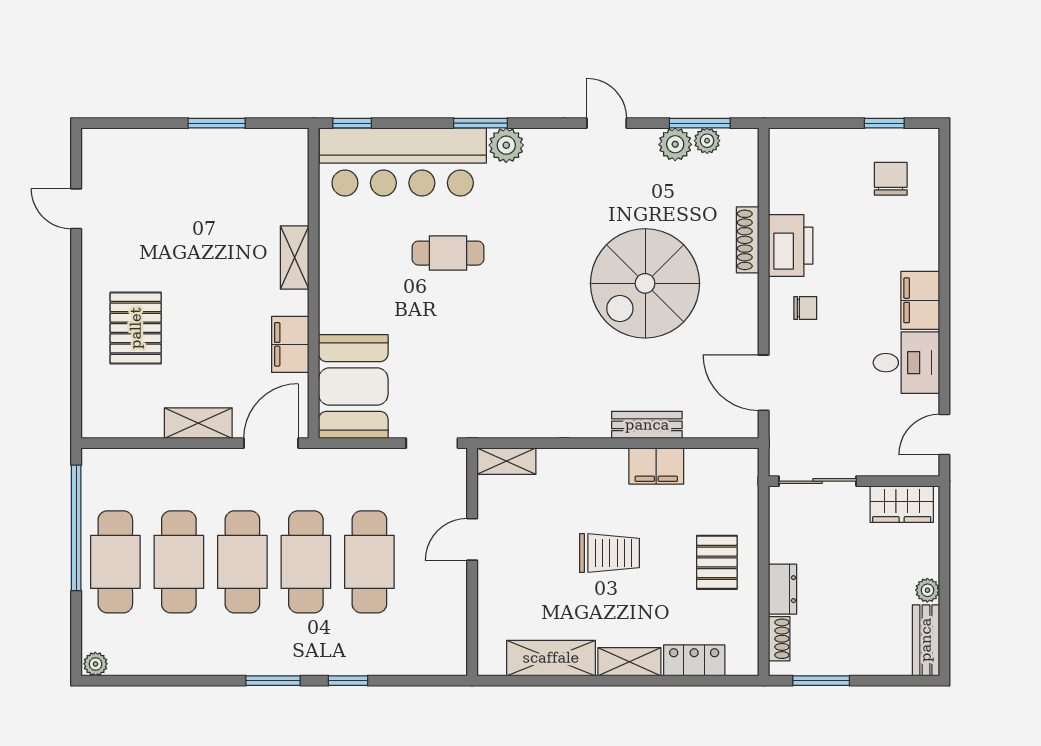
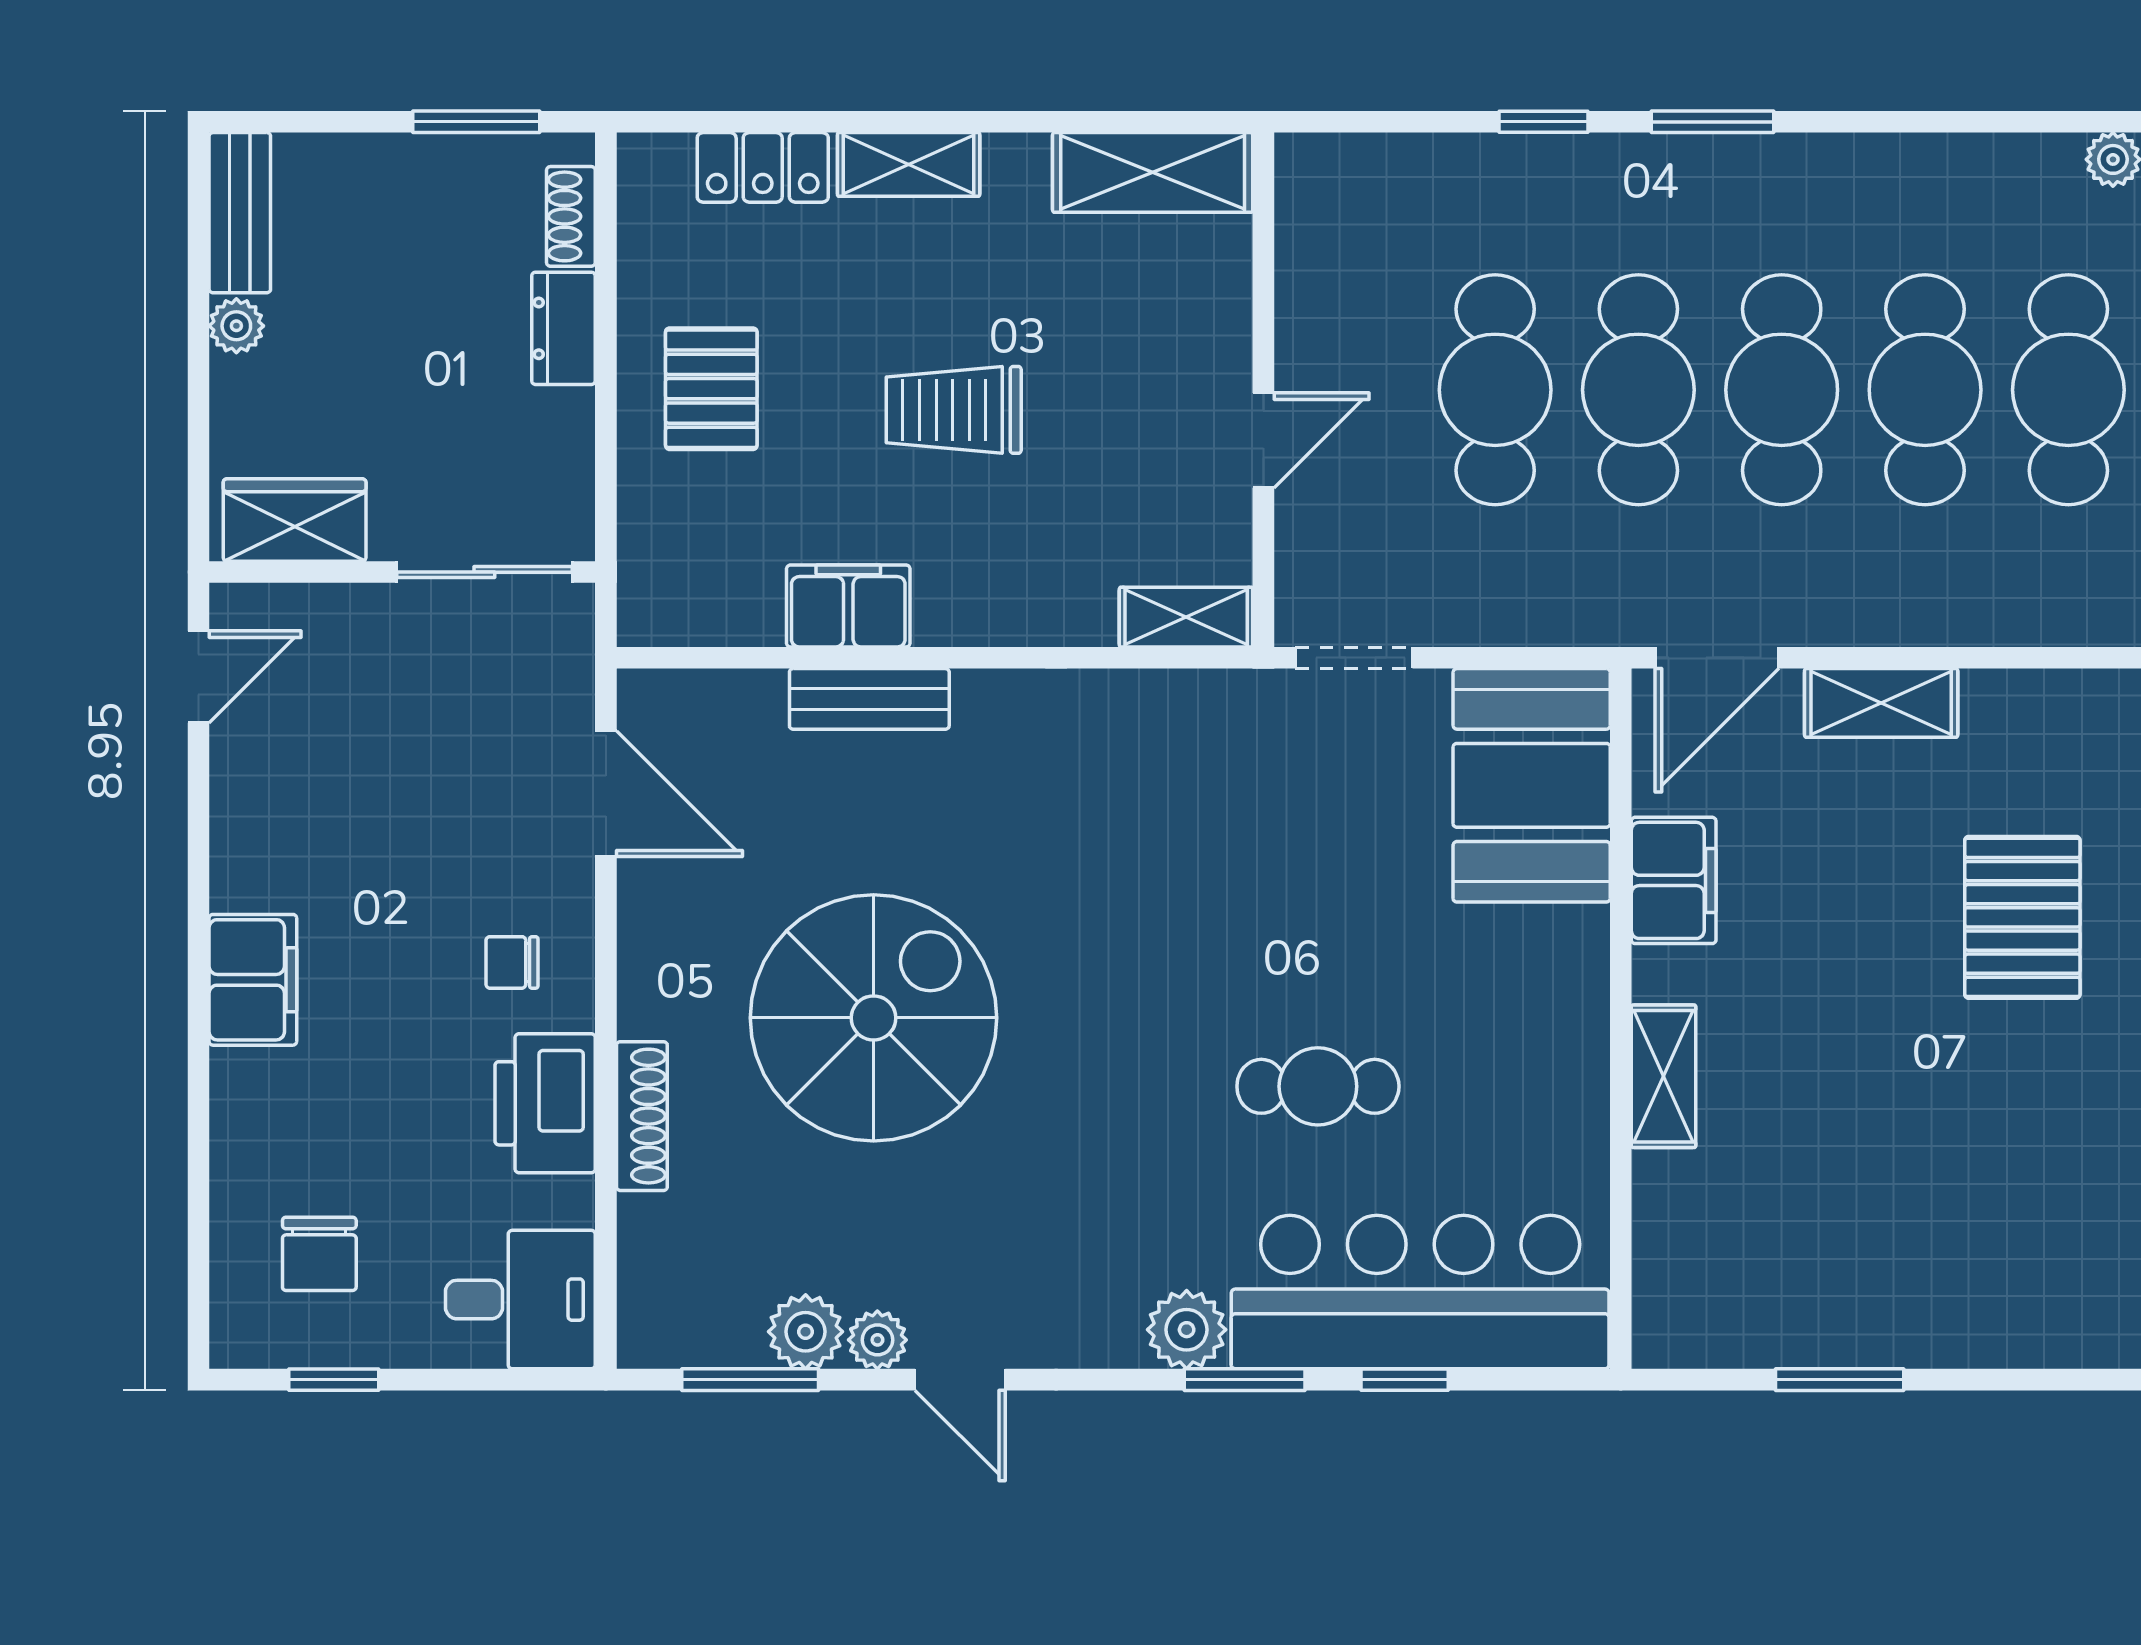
window: (352, 123) -> (1405, 1380), moved
plant: (707, 141) -> (877, 1340), moved
desk: (906, 363) -> (520, 1300), moved, turned 180
shelving: (551, 658) -> (1153, 172), moved

